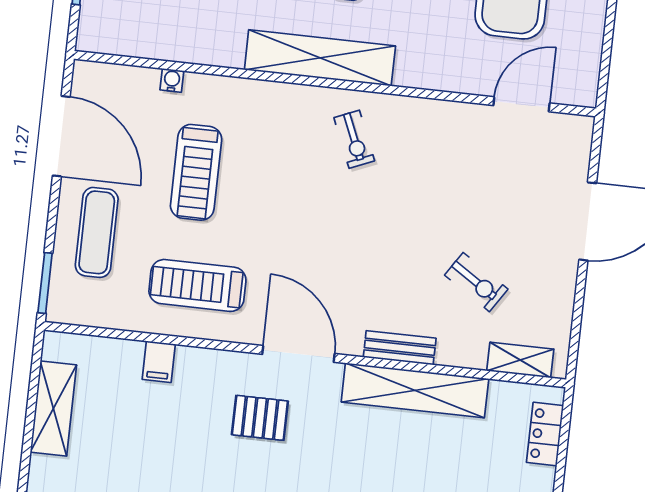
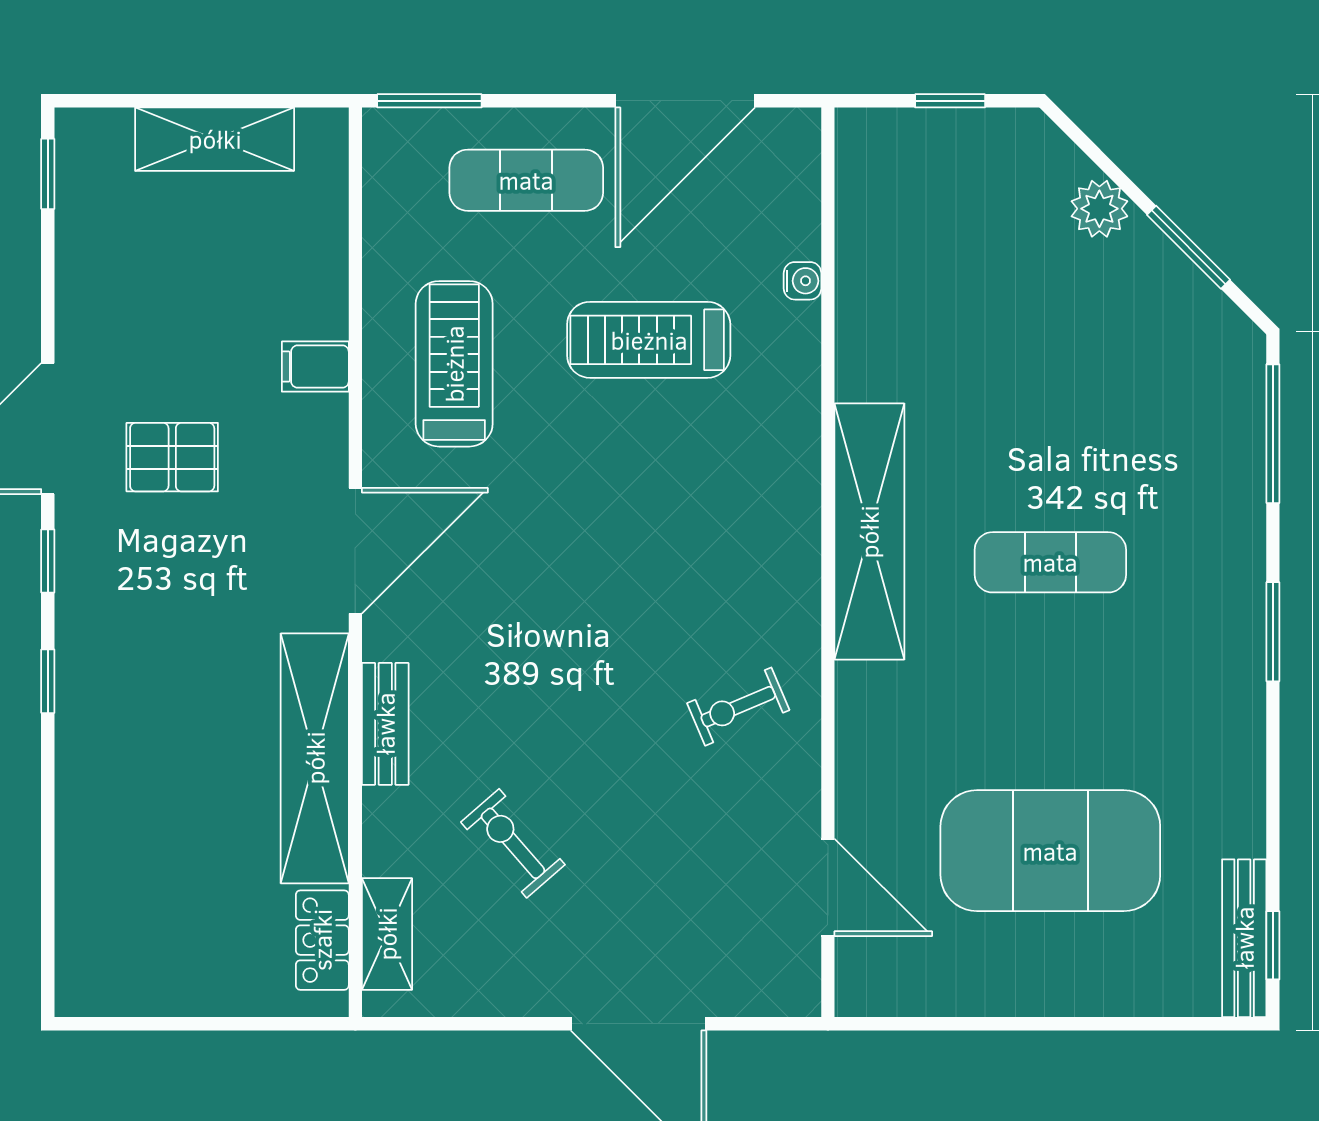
exercise bike: (354, 139) -> (738, 707), moved
exercise bike: (476, 282) -> (513, 843), turned 106
filing cabinet: (159, 362) -> (315, 367), moved
pallet: (260, 418) -> (172, 457), moved, turned 90
locker: (545, 434) -> (322, 940), moved, turned -90

